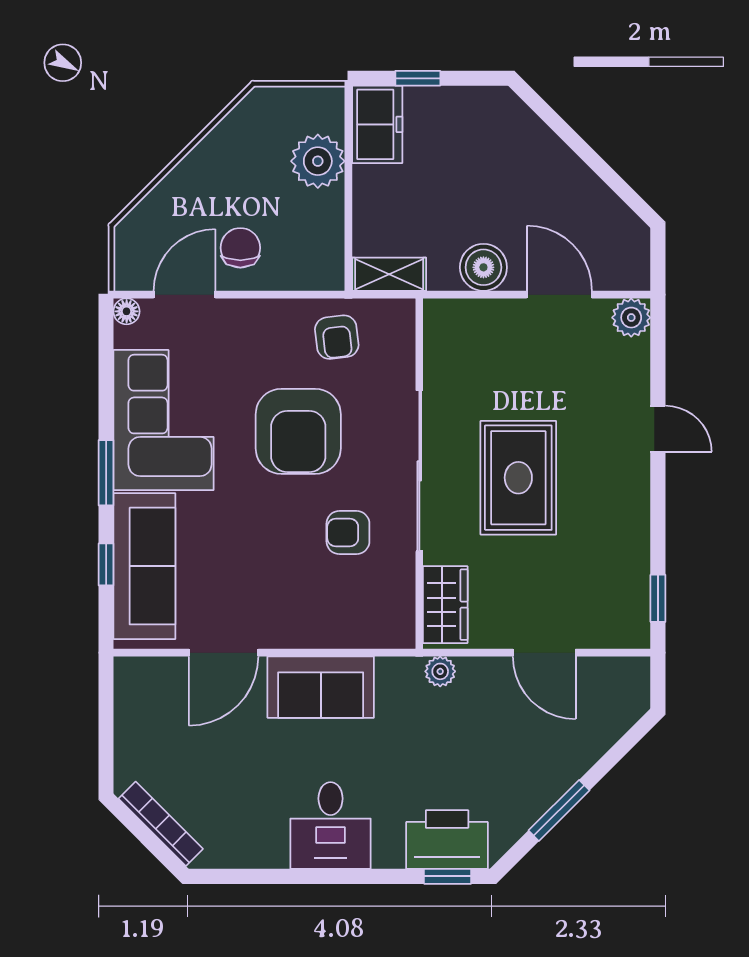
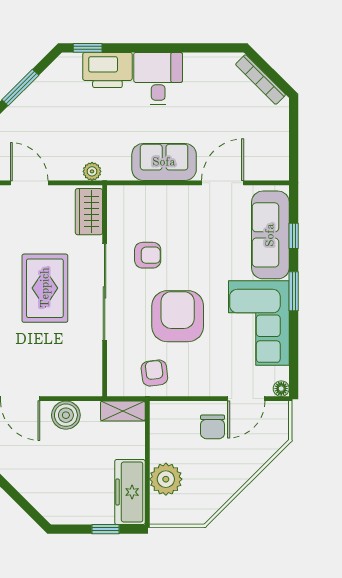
freezer: (377, 124) -> (130, 492), width x1.40
printer: (447, 840) -> (107, 70), moved

